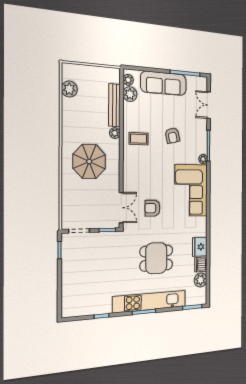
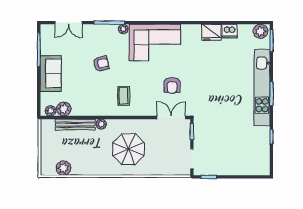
sofa: (164, 83) -> (51, 73), width x0.73
coffee table: (139, 139) -> (124, 96), moved
dining table: (156, 258) -> (221, 81), removed
plant: (201, 280) -> (260, 31), moved

